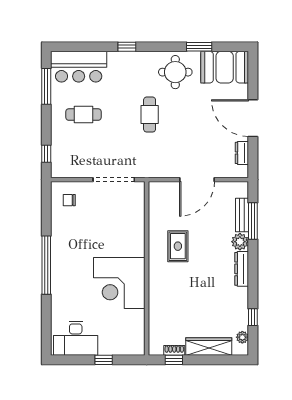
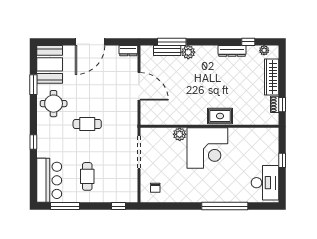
dresser: (242, 153) -> (128, 51), moved
plant: (137, 231) -> (180, 134), added
rug: (178, 246) -> (220, 116), moved
window: (46, 265) -> (225, 206), moved
dresser: (242, 269) -> (232, 51), moved
corner desk: (119, 283) -> (207, 148), moved

